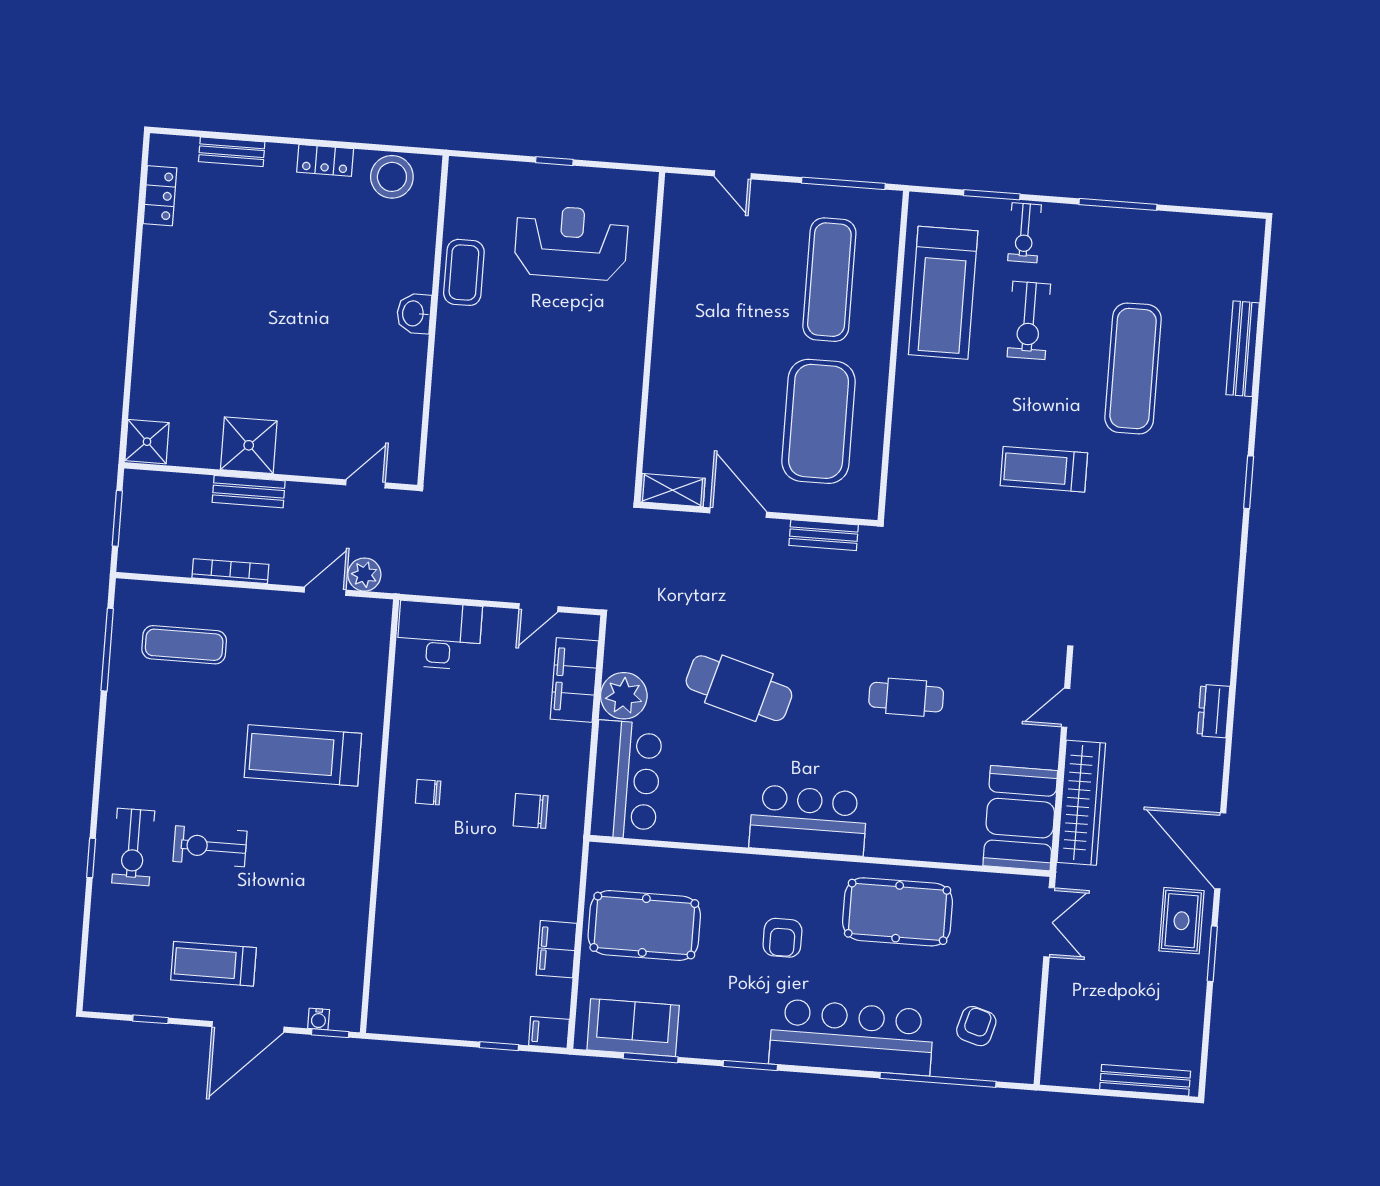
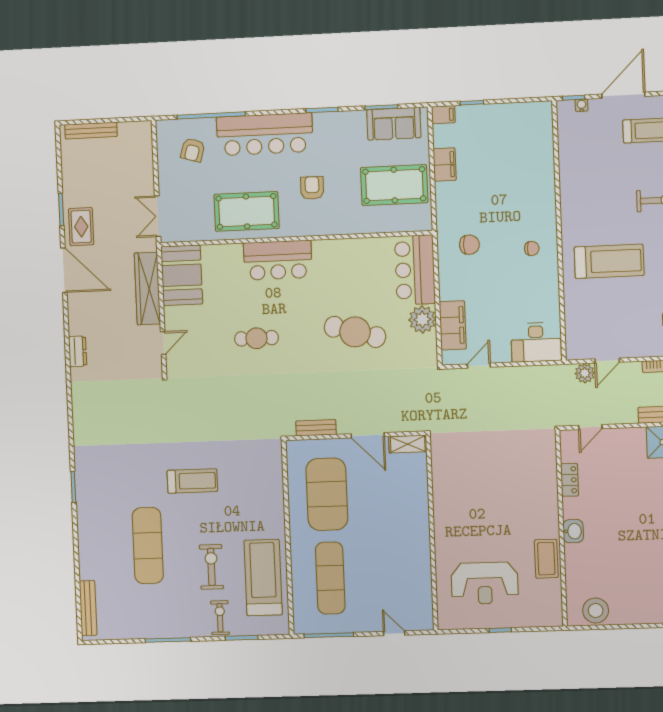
locker: (325, 160) -> (570, 480), moved, turned 90
bench: (1243, 349) -> (88, 608), moved
bar counter: (808, 820) -> (278, 260), moved

